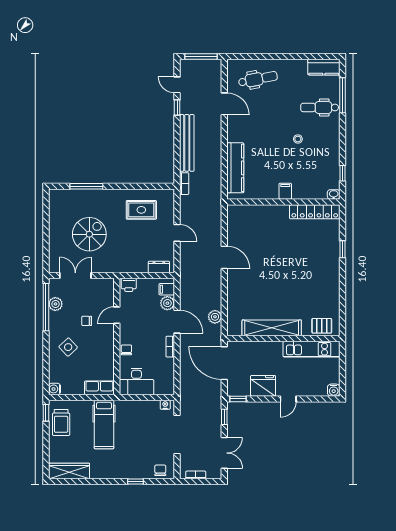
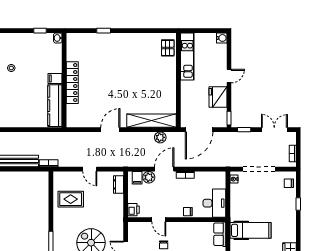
kitchen counter: (235, 168) -> (55, 106), moved, turned -90
rug: (141, 210) -> (71, 199), turned 90
locker: (315, 212) -> (72, 83), moved
door: (177, 233) -> (90, 169), swing flipped
shelving: (272, 328) -> (152, 121), moved, turned 90
door: (288, 399) -> (229, 76), hinge flipped

